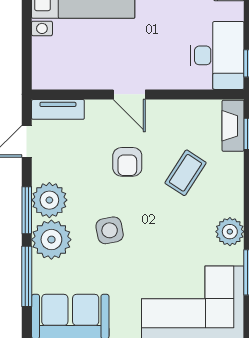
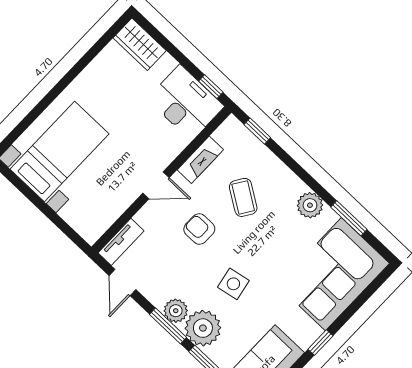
fireplace: (233, 126) -> (200, 160), moved, turned -90
armchair: (127, 162) -> (199, 229), turned 180
plant: (49, 200) -> (176, 311), width x0.73, depth x0.73

